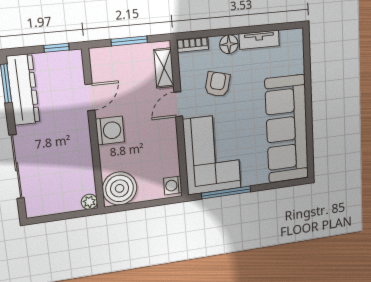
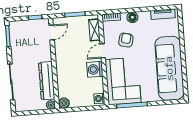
tv unit: (259, 40) -> (163, 14), moved
dresser: (23, 90) -> (47, 81), moved, turned 180
door: (90, 97) -> (52, 32), moved
washing machine: (110, 130) -> (95, 69), moved, turned 180
boiler: (120, 188) -> (64, 103), width x0.54, depth x0.54

